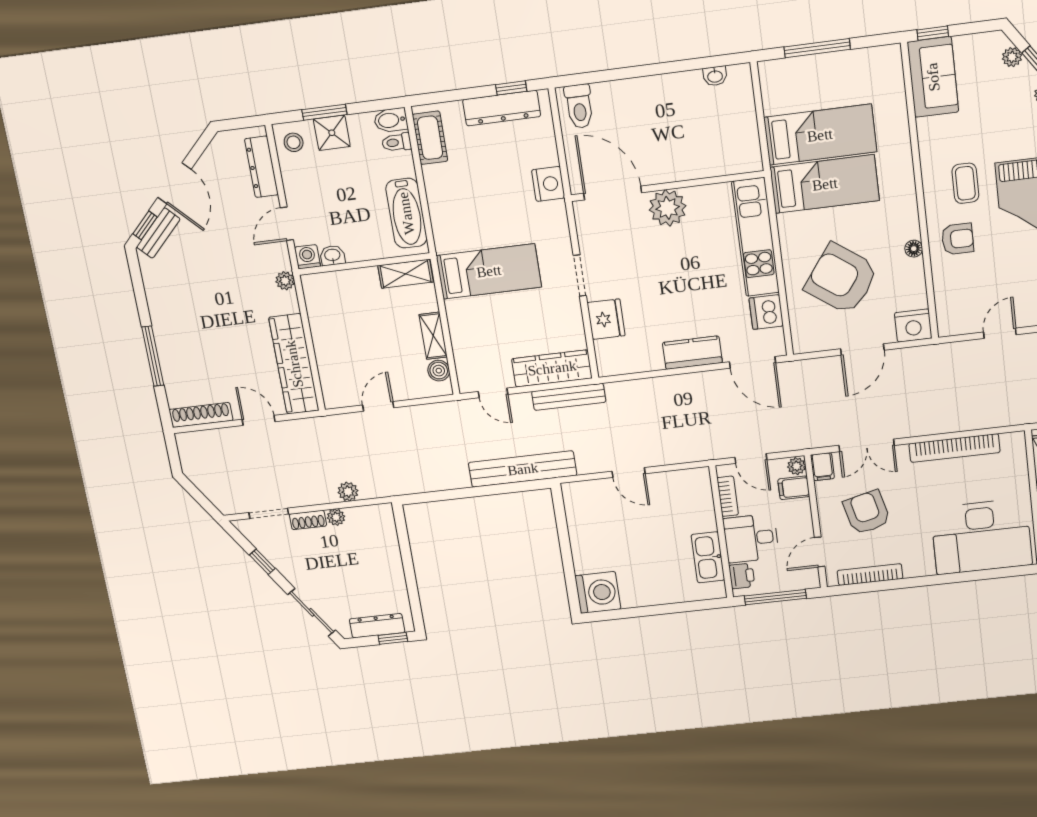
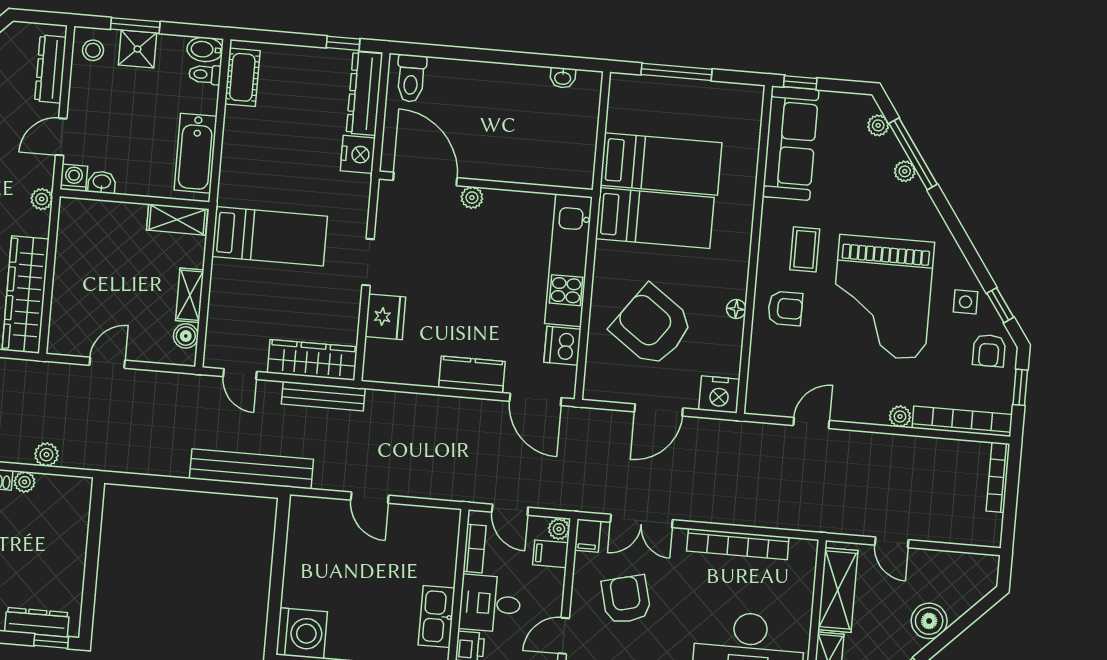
sofa: (933, 77) -> (791, 143), width x1.36
dresser: (502, 108) -> (364, 93), moved, turned 90
plant: (668, 208) -> (472, 198), width x0.53, depth x0.53

